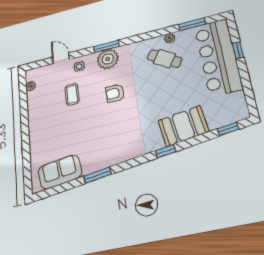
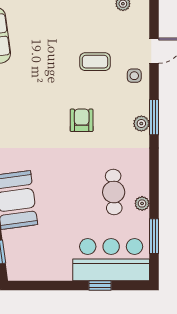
bar counter: (218, 57) -> (111, 260), width x0.73
plant: (108, 59) -> (141, 124), width x0.53, depth x0.53
cafe table: (164, 59) -> (114, 192), turned -34

